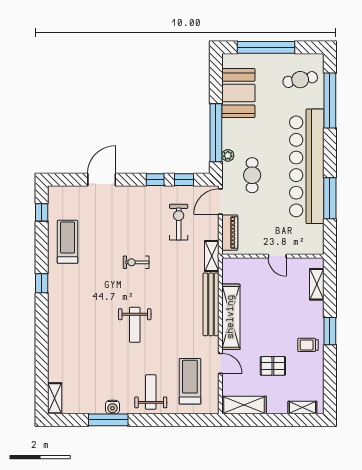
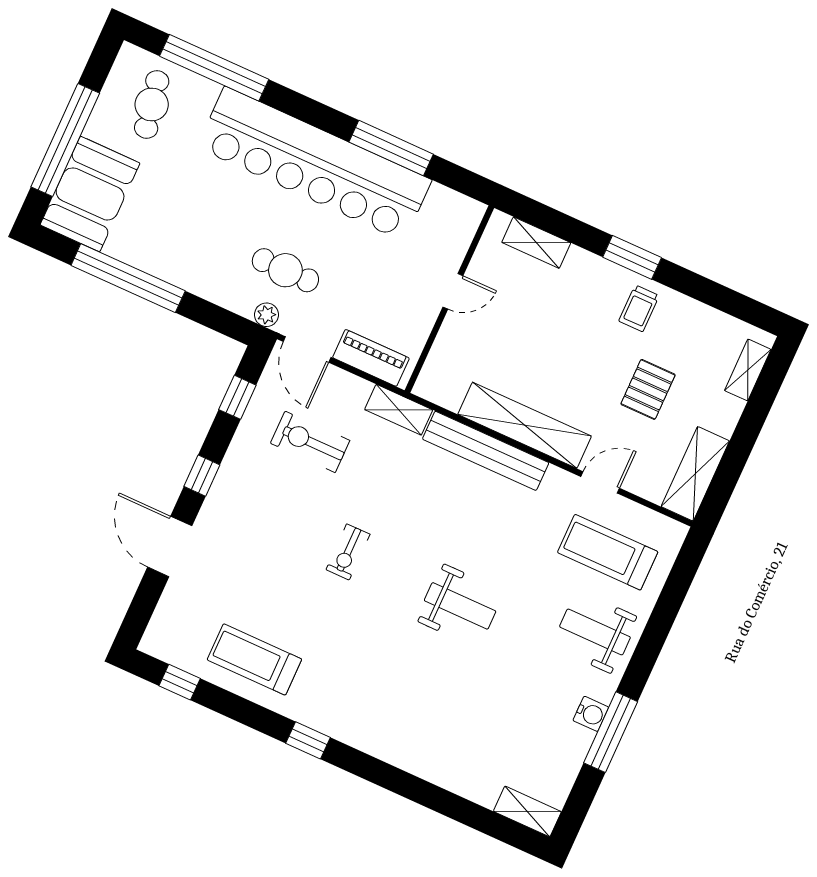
booth: (238, 93) -> (90, 194), moved, turned 90
window: (216, 133) -> (128, 278), moved
plant: (228, 155) -> (266, 315), moved
window: (155, 180) -> (202, 476), moved

